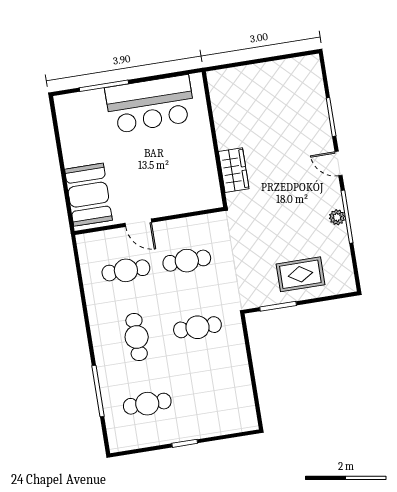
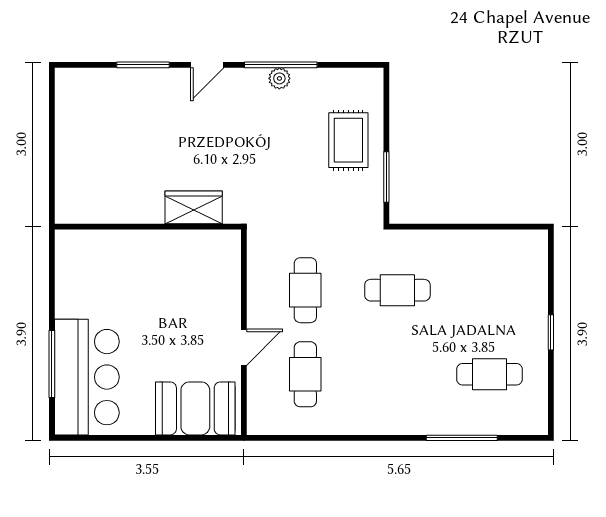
bar counter: (150, 104) -> (87, 377), moved
cafe table: (197, 327) -> (397, 290), turned 90
cafe table: (137, 337) -> (397, 374), removed
cafe table: (147, 404) -> (489, 374), turned 90

